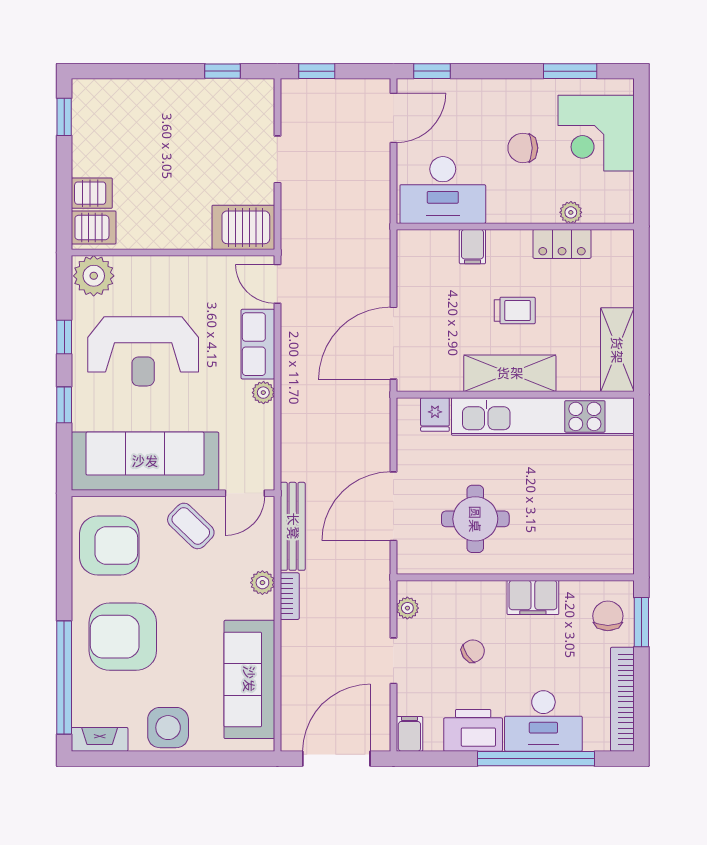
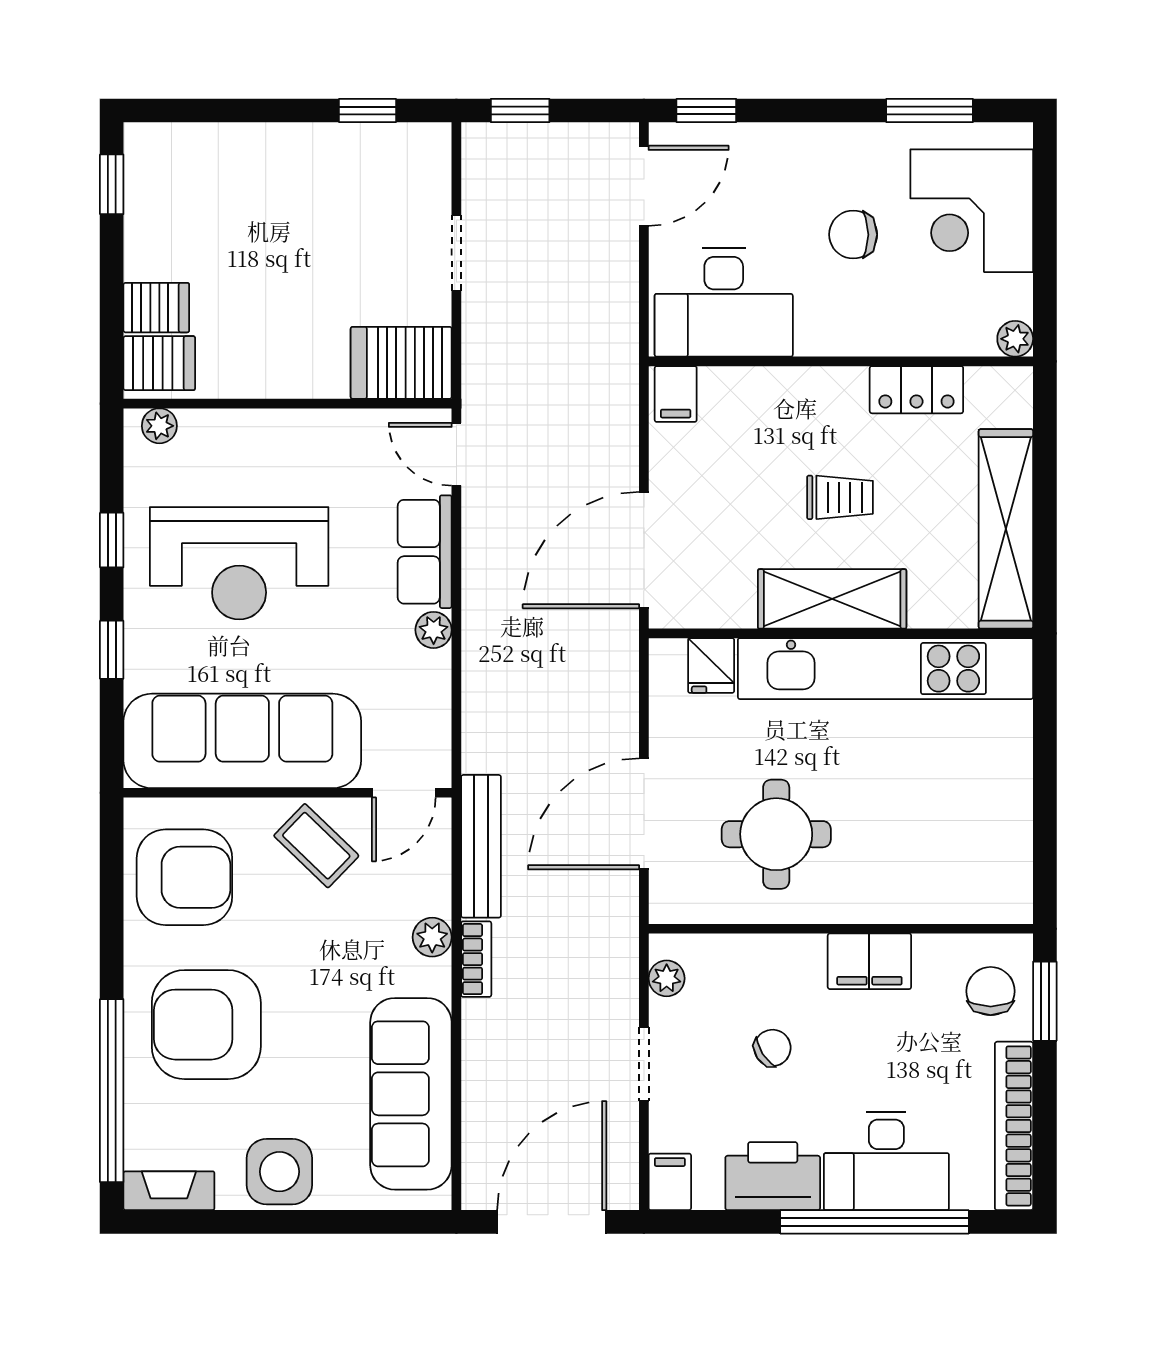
plant: (571, 212) -> (1015, 339), moved
filing cabinet: (472, 247) -> (676, 394), moved
plant: (94, 276) -> (159, 426), width x0.53, depth x0.53
shelving: (617, 350) -> (1006, 529), width x1.47

